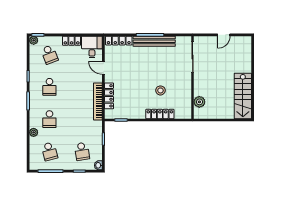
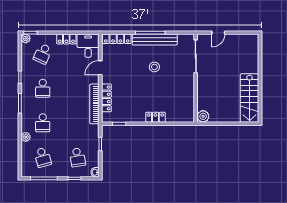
door: (224, 35) -> (218, 33), moved
school desk: (49, 55) -> (43, 54), turned 45
door: (103, 68) -> (100, 68), hinge flipped
stool: (160, 90) -> (154, 67), moved
plant: (199, 102) -> (203, 116), moved
locker: (160, 114) -> (155, 117), width x0.66

